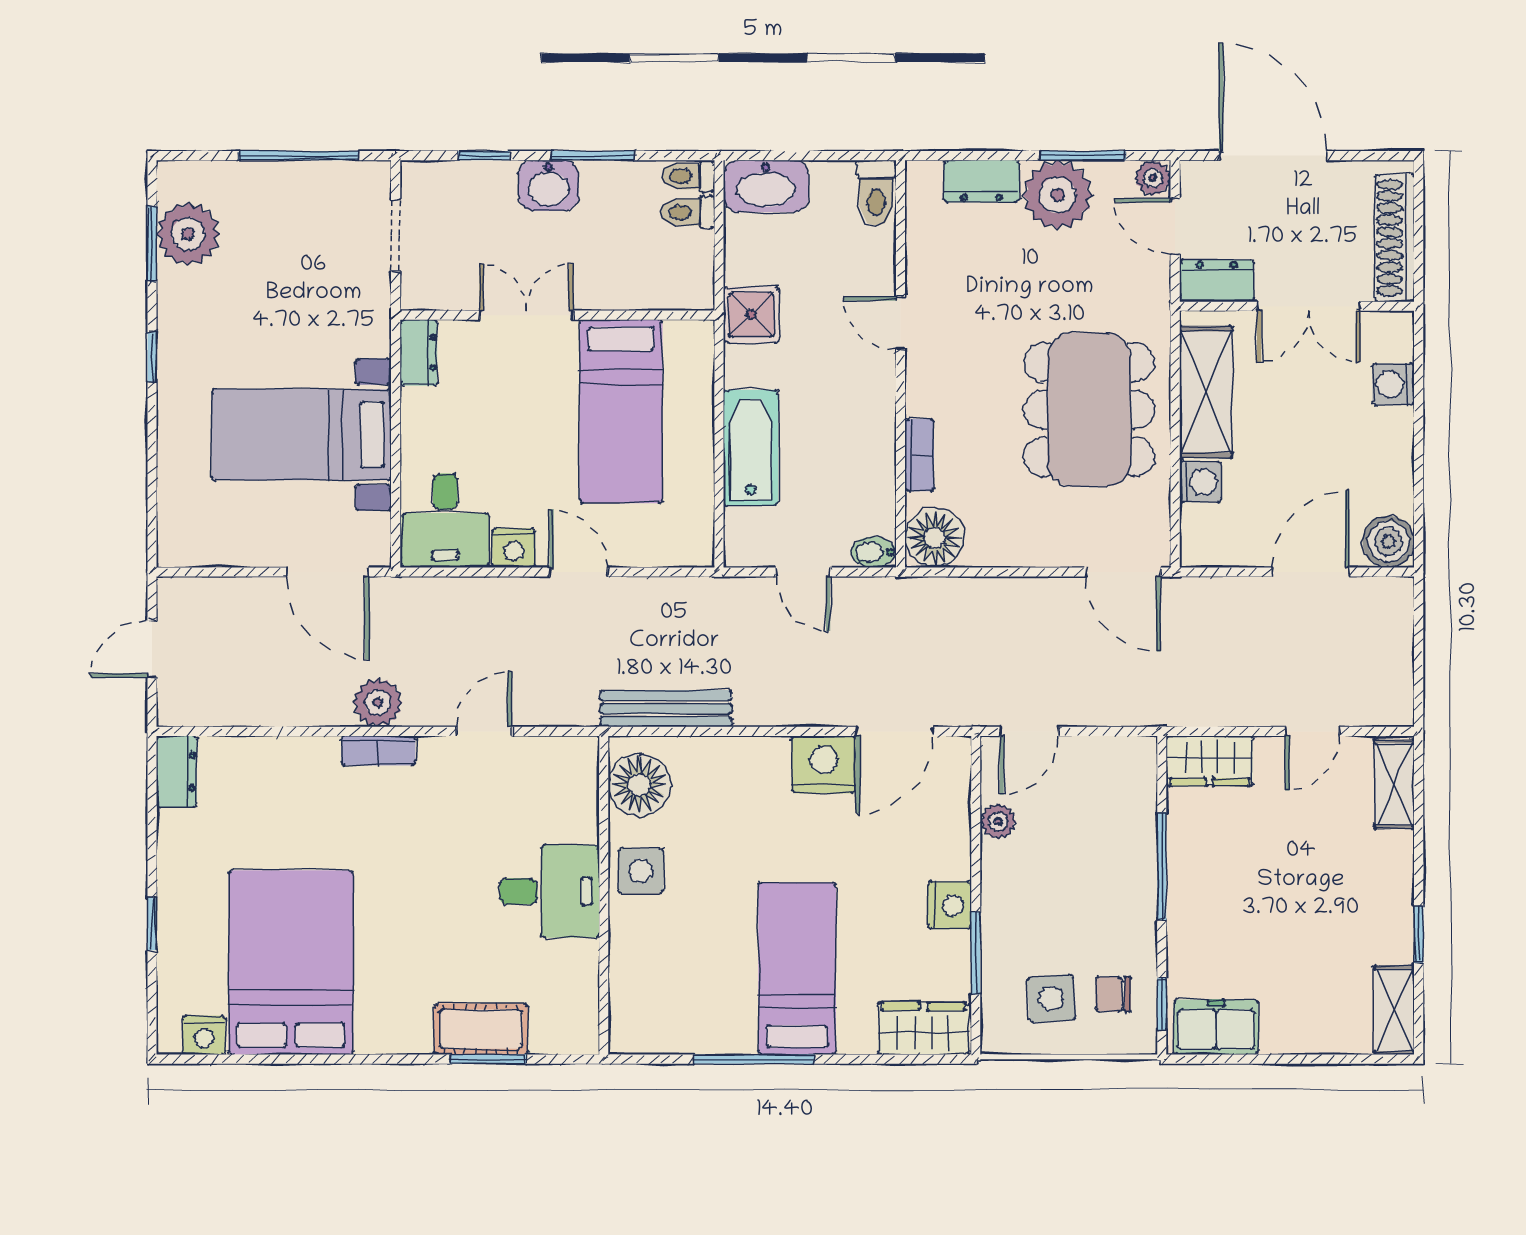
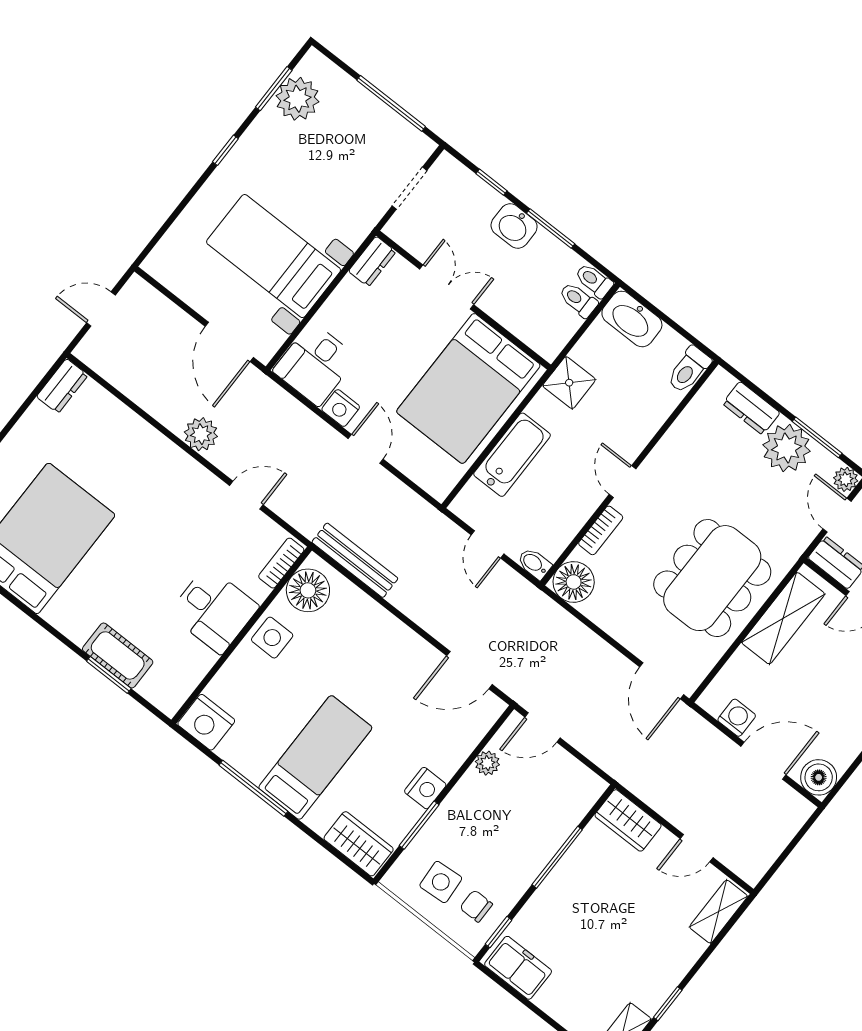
door: (901, 323) -> (622, 482), moved
bed: (621, 411) -> (468, 388), width x1.50
washing machine: (1200, 482) -> (737, 718), moved, turned -90
bookcase: (378, 751) -> (281, 563), moved, turned 90
nightstand: (824, 765) -> (206, 722), moved, turned 180

